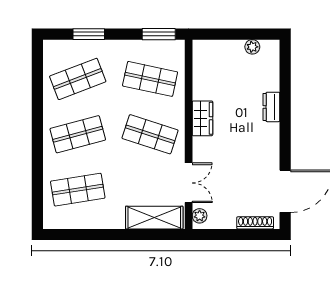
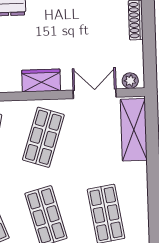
wardrobe: (202, 118) -> (41, 80), moved

